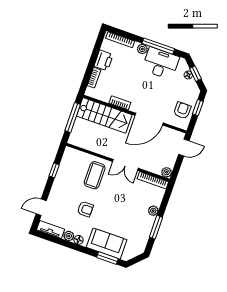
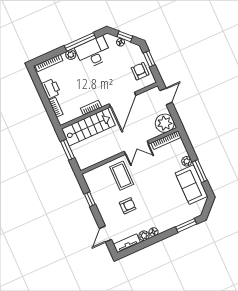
window: (73, 118) -> (68, 150), width x0.69
plant: (167, 172) -> (165, 123), width x1.87, depth x1.87
armchair: (85, 209) -> (128, 206), moved
sofa: (107, 244) -> (191, 185), moved, turned -90

